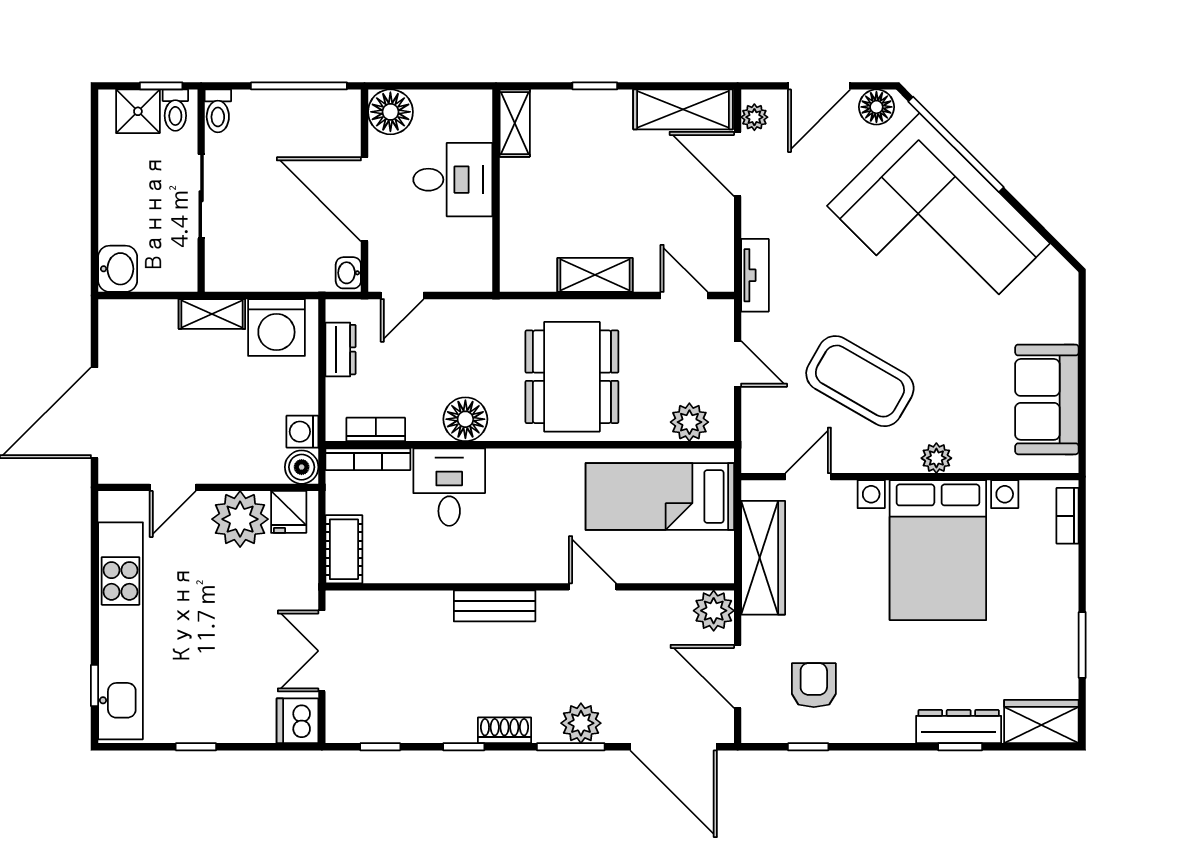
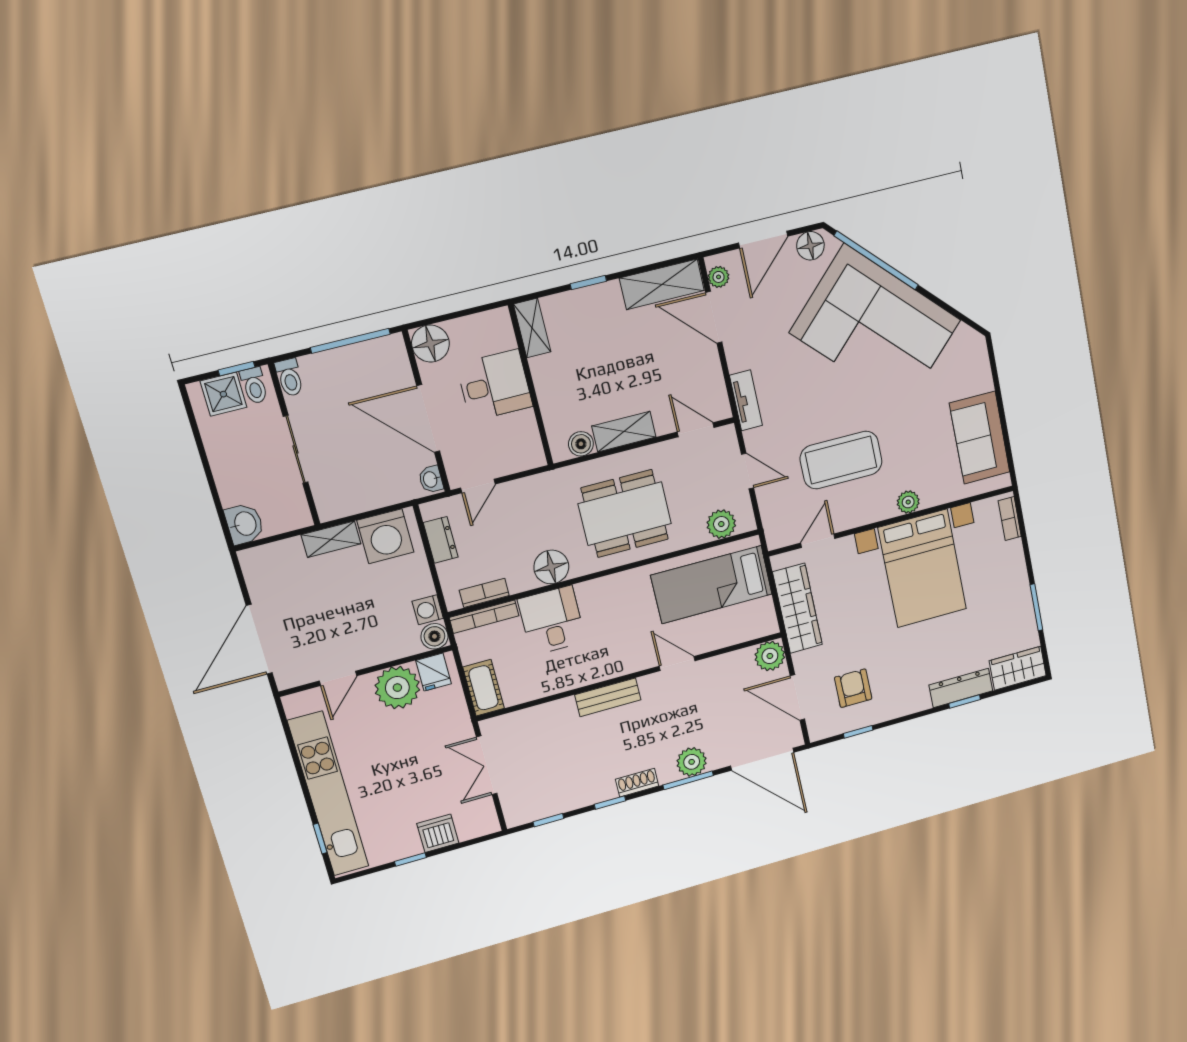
boiler: (539, 277) -> (581, 444), added
dining table: (572, 377) -> (625, 514), turned 90
coffee table: (860, 381) -> (841, 460), turned -30
dishwasher: (297, 721) -> (438, 833), moved, turned 90

